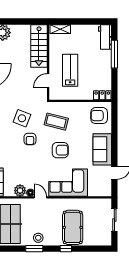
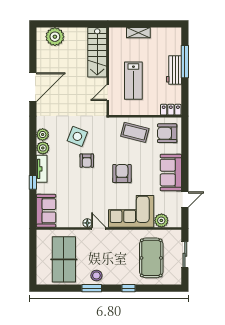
shelving: (60, 29) -> (138, 33), moved
workbench: (105, 37) -> (174, 70), moved
lab bench: (70, 70) -> (133, 81), turned 180
coffee table: (56, 122) -> (135, 132), moved
armchair: (60, 150) -> (122, 173), turned -90
plant: (20, 191) -> (161, 220), moved
pool table: (73, 227) -> (151, 258), moved

